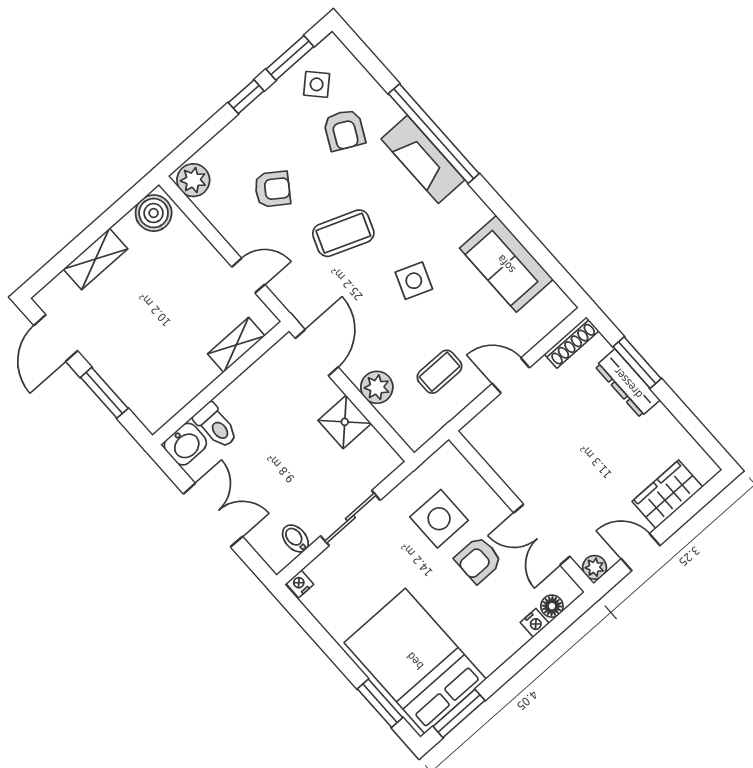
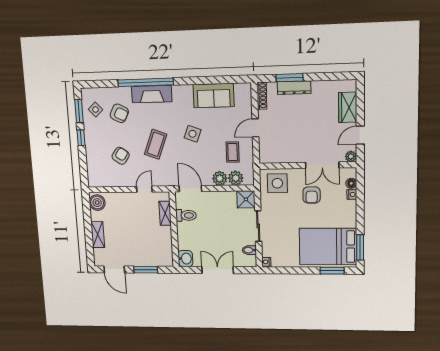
plant: (193, 180) -> (236, 178), moved
shower: (345, 422) -> (246, 199), moved
toilet: (216, 426) -> (186, 215), moved
side table: (439, 519) -> (277, 183), moved

